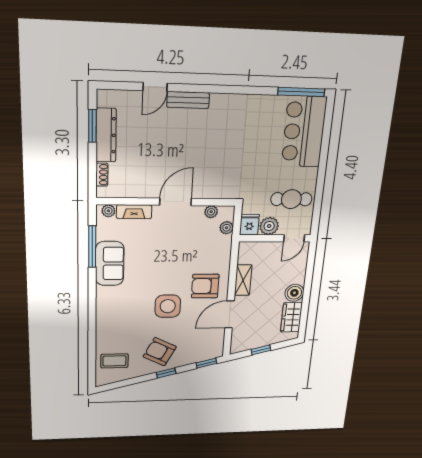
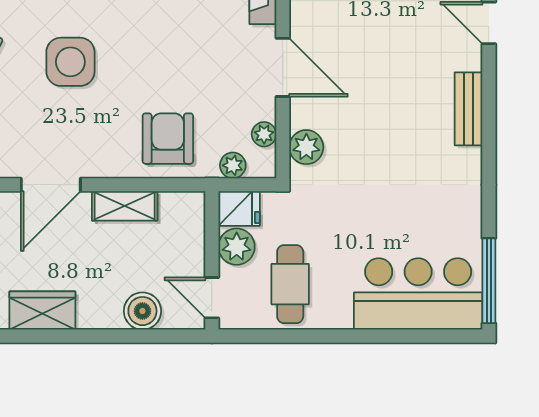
bench: (188, 100) -> (469, 109), moved
plant: (220, 190) -> (306, 147), added
armchair: (205, 286) -> (168, 139), moved
boiler: (294, 293) -> (142, 311), moved
door: (230, 314) -> (51, 185), swing flipped

